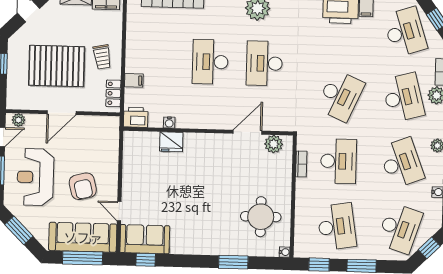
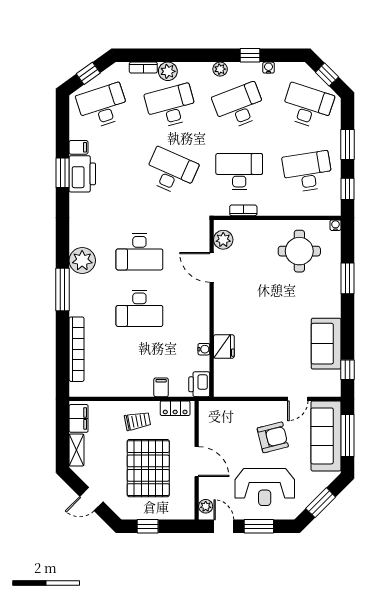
sofa: (145, 239) -> (326, 344), moved

